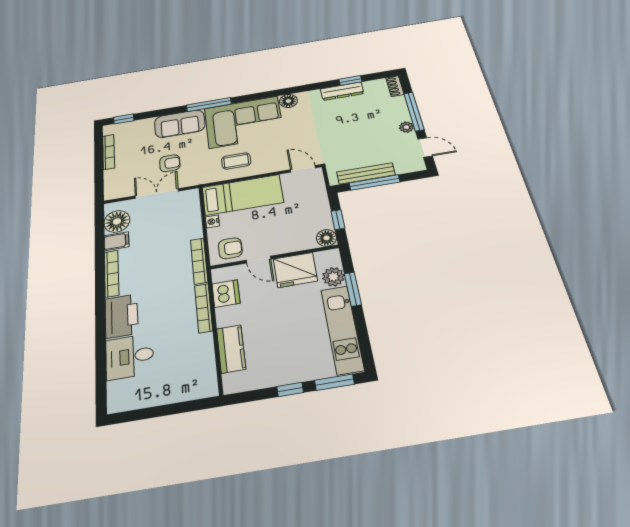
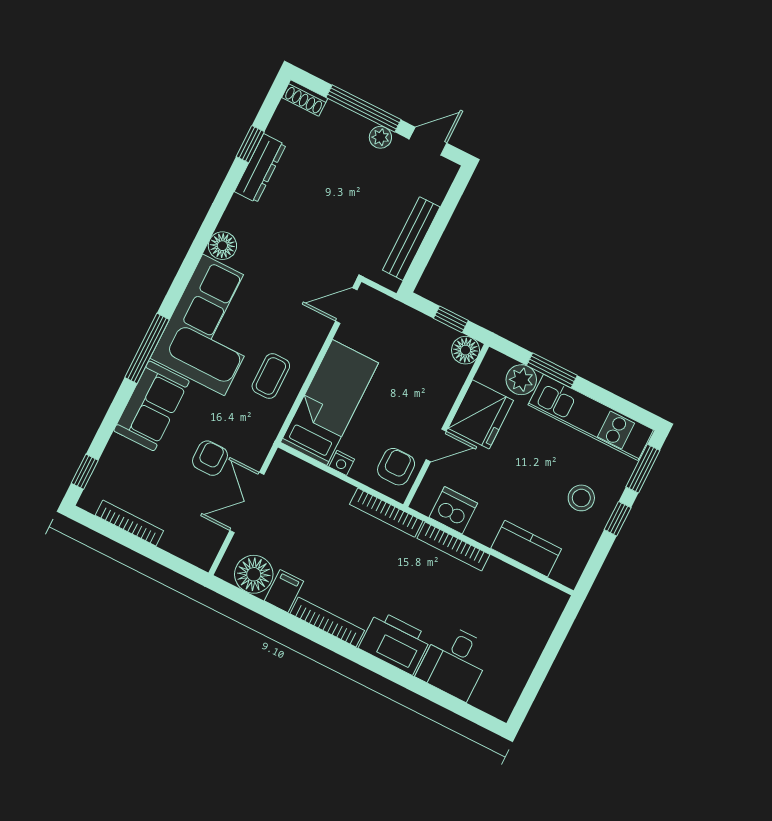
window: (375, 182) -> (432, 239), removed
stool: (287, 359) -> (581, 498), added

